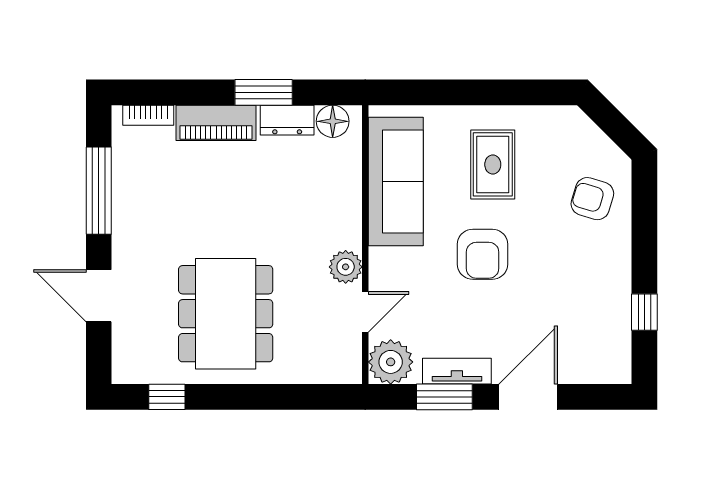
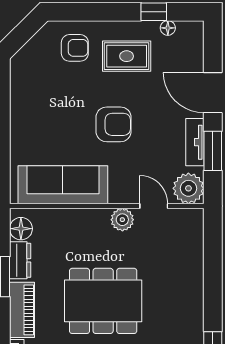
rug: (493, 164) -> (127, 56), moved
armchair: (592, 199) -> (75, 48), turned -107
dining table: (226, 314) -> (103, 301), moved
floor lamp: (621, 332) -> (168, 28), added

